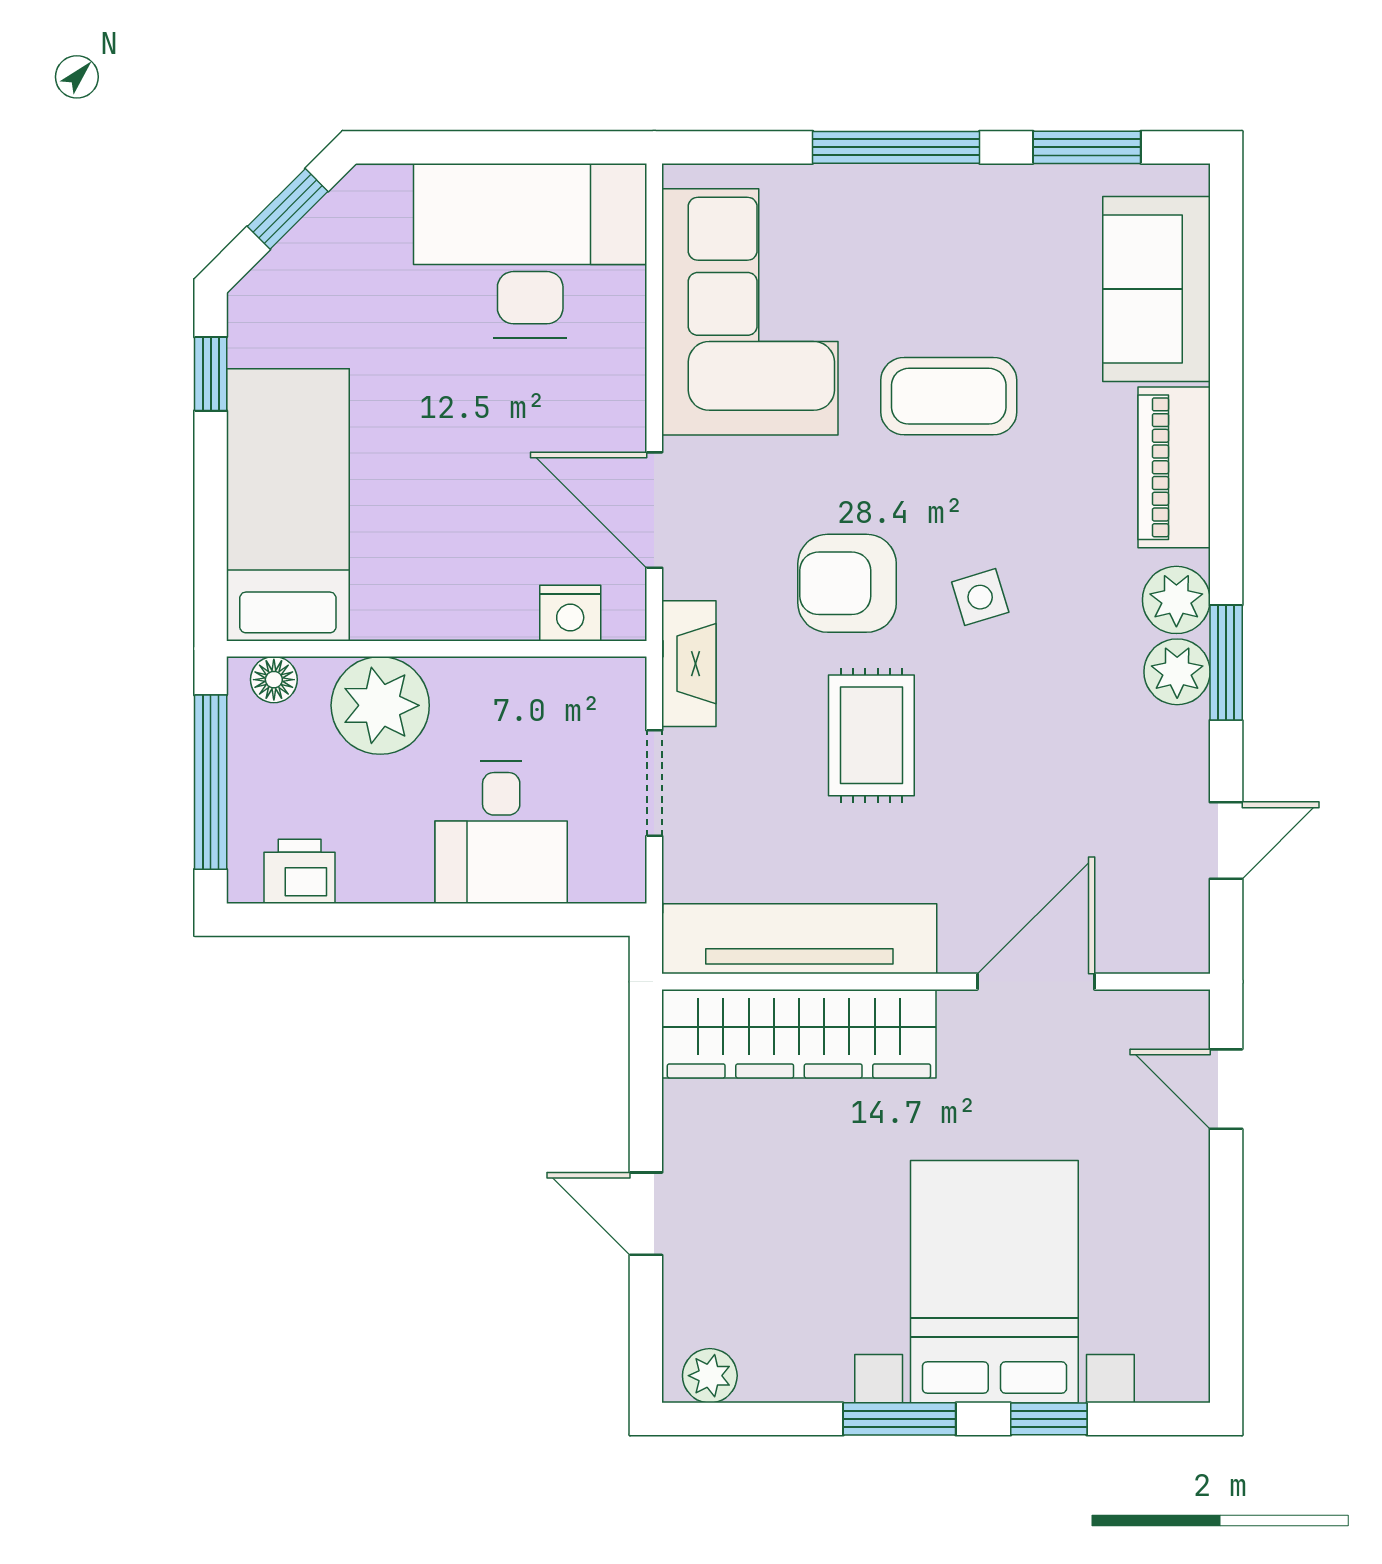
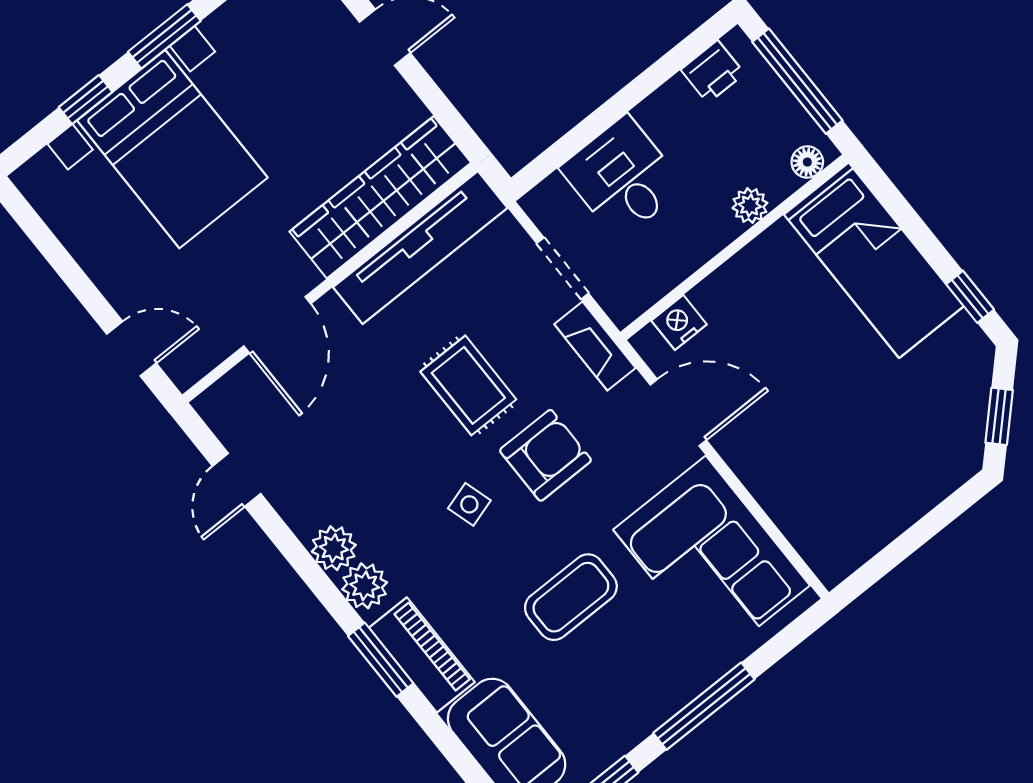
desk: (530, 251) -> (853, 497), removed
window: (1226, 663) -> (381, 660), moved
plant: (380, 705) -> (750, 205), width x0.53, depth x0.53

